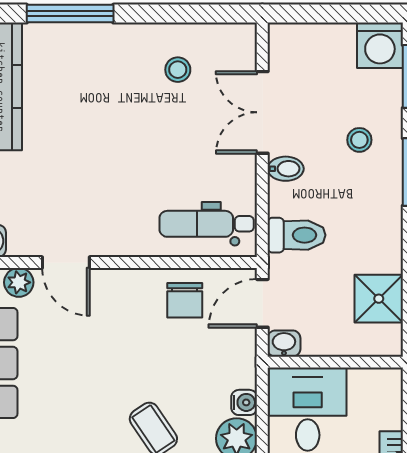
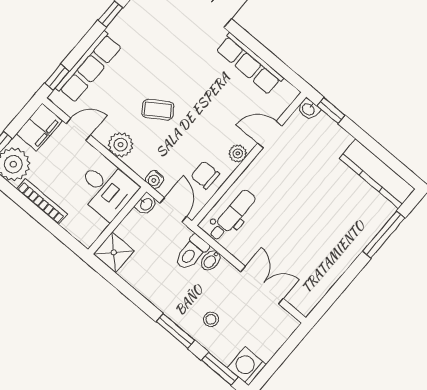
stool: (178, 70) -> (315, 263), removed
bidet: (286, 169) -> (211, 260), moved
plant: (19, 282) -> (238, 153), moved
shower: (379, 299) -> (114, 252), moved
water cooler: (244, 402) -> (155, 179), moved

